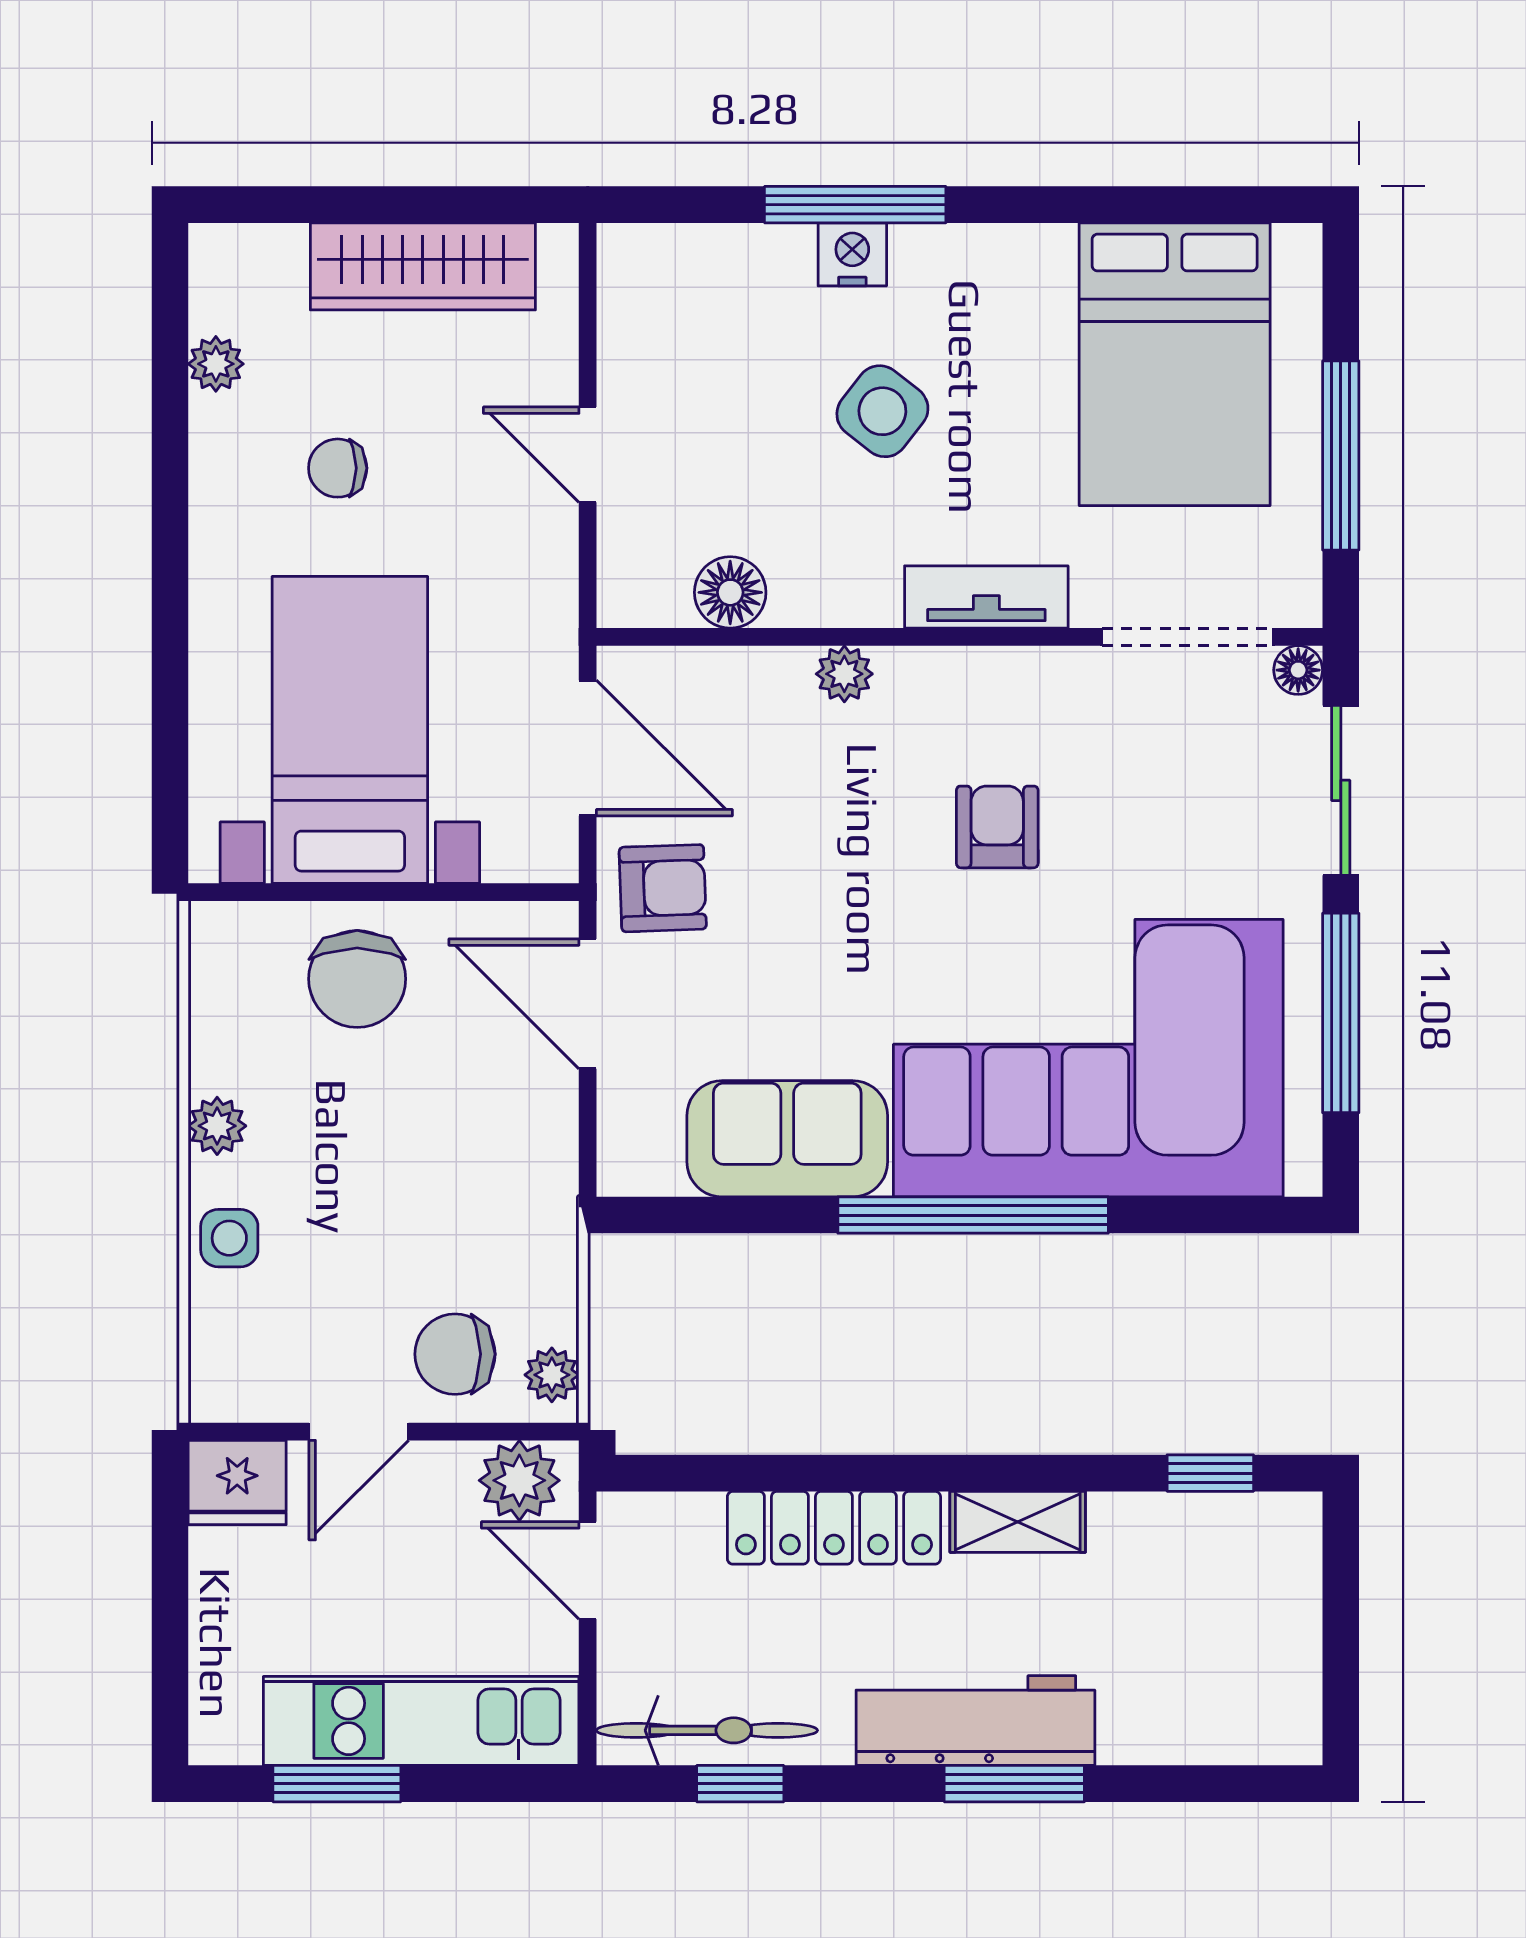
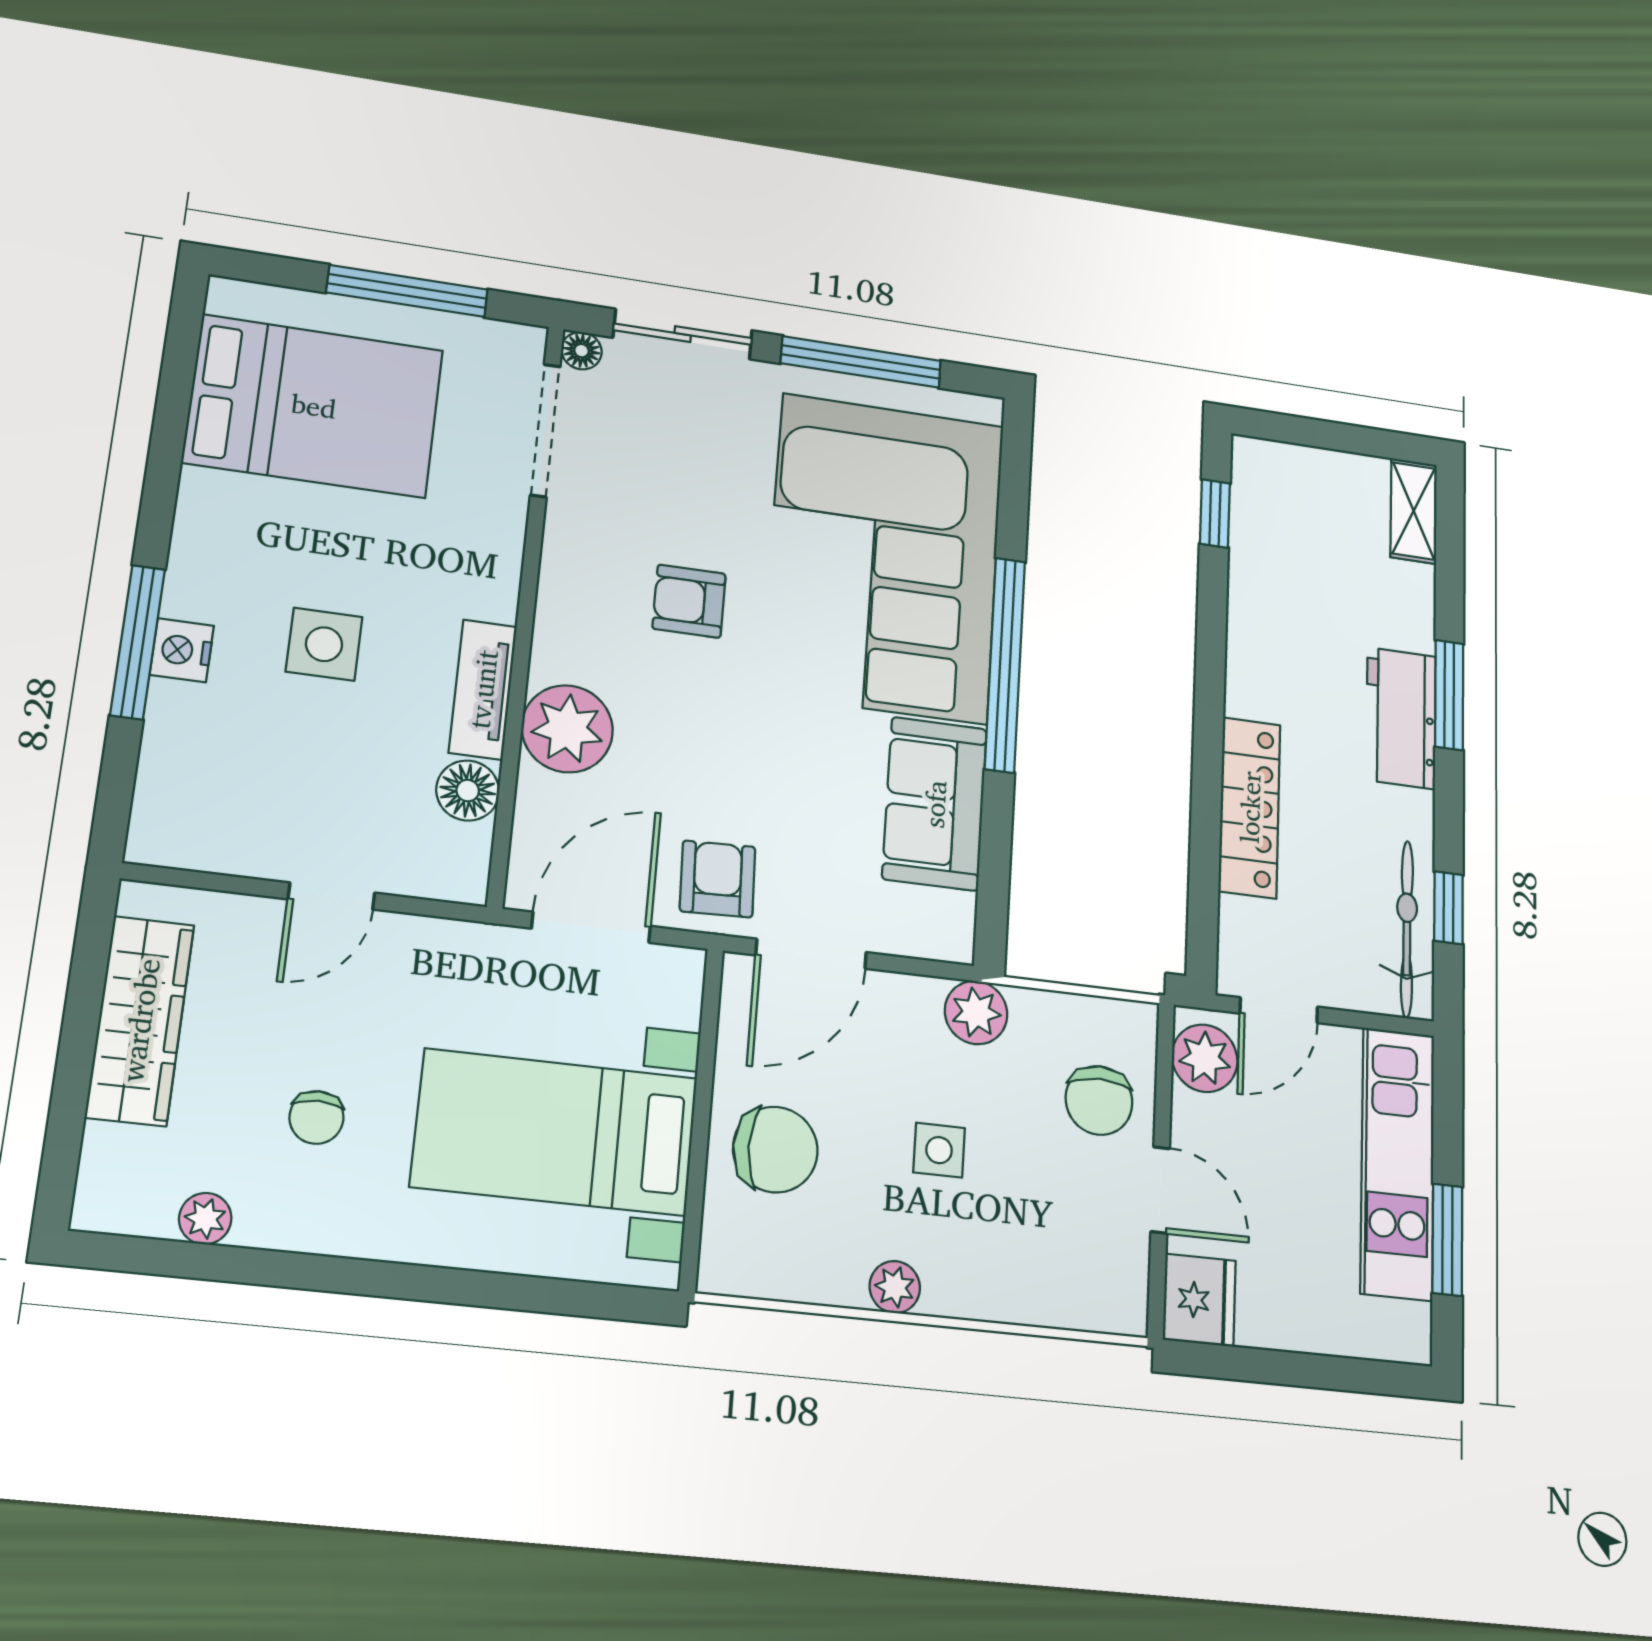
side table: (882, 411) -> (324, 644), turned -38
tv unit: (986, 597) -> (483, 689), moved
plant: (844, 674) -> (567, 729), width x1.88, depth x1.88
side table: (229, 1238) -> (939, 1150), moved
plant: (552, 1375) -> (976, 1013), moved, width x1.38, depth x1.38
shelving: (1018, 1522) -> (1414, 511), moved
workbench: (975, 1721) -> (1401, 718), width x0.73

